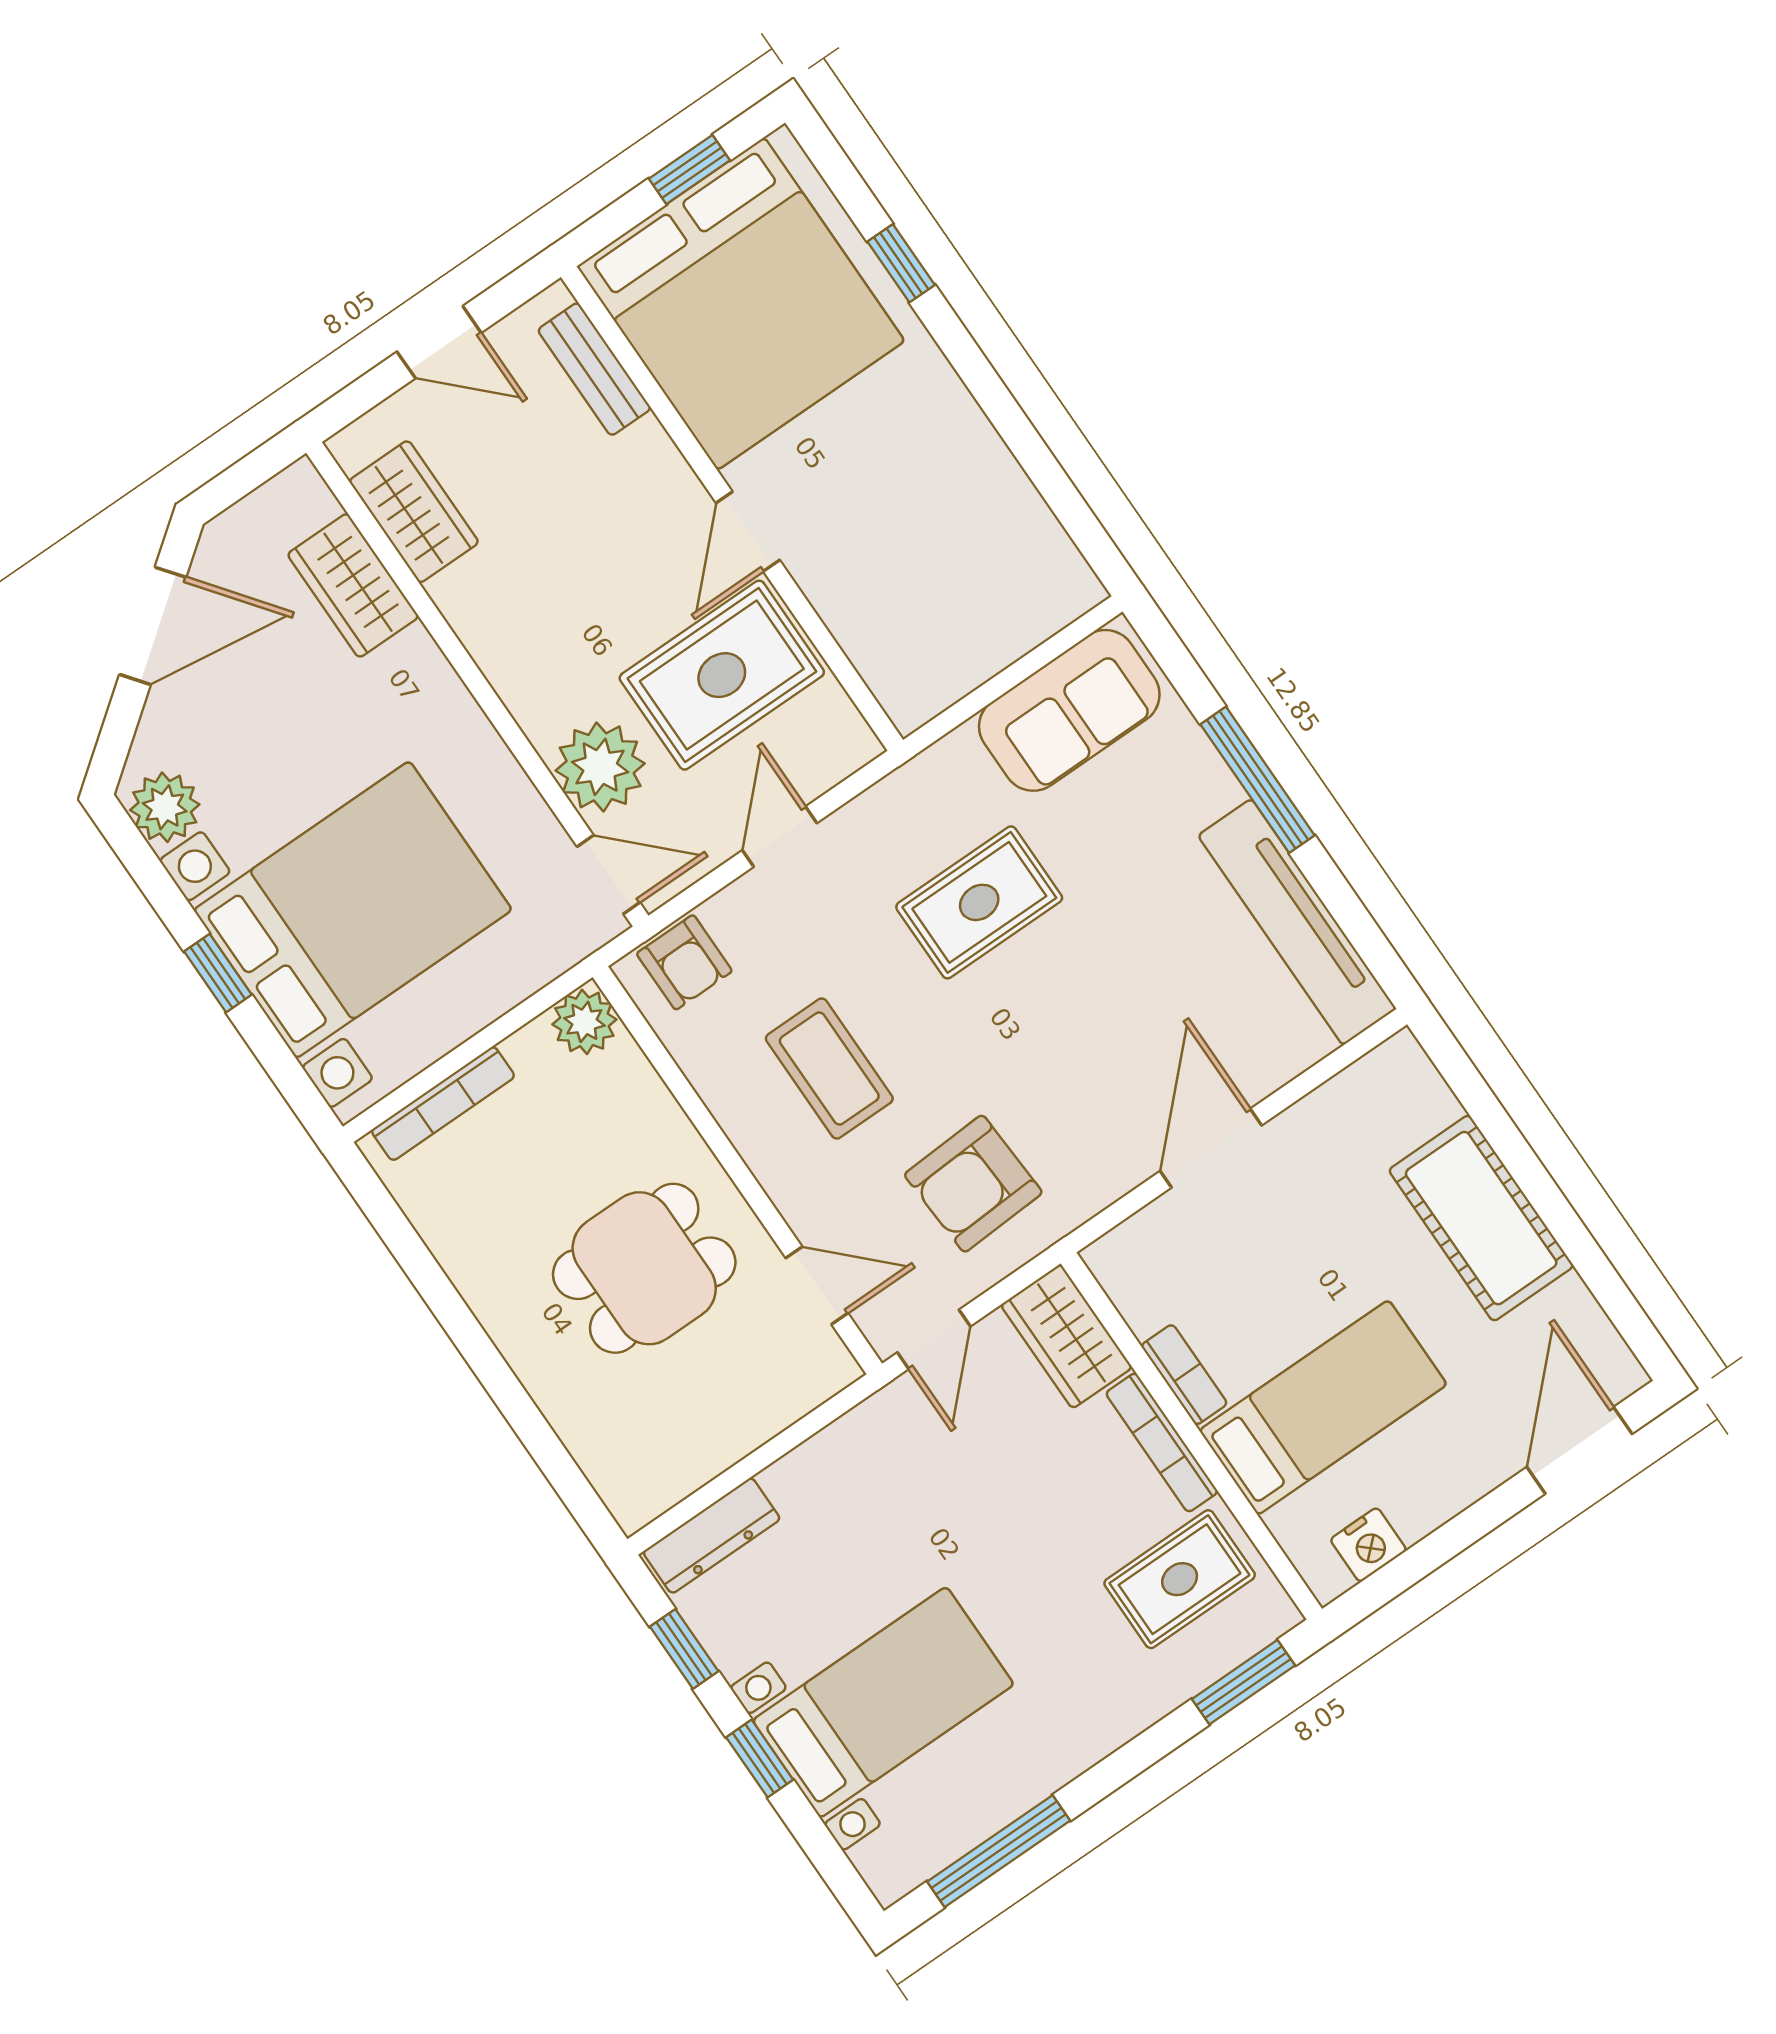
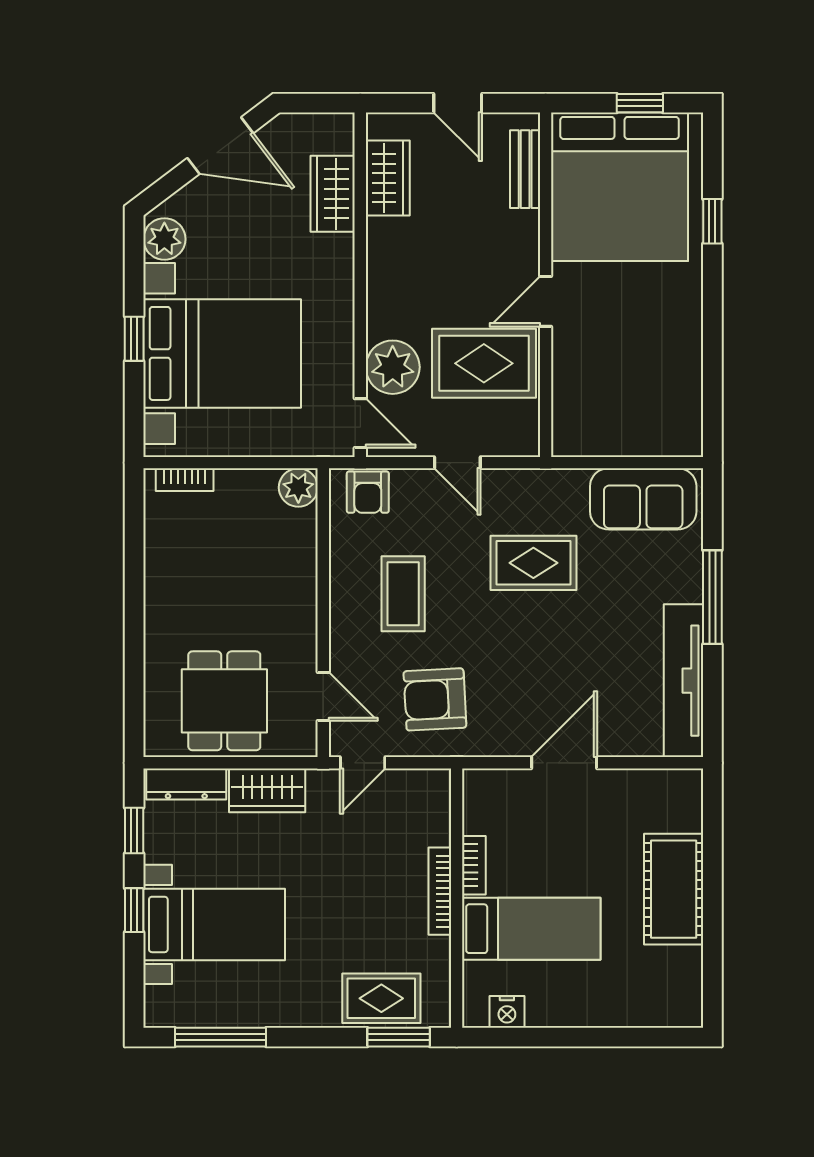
door: (780, 837) -> (457, 463), swing flipped
bookcase: (443, 1104) -> (185, 480), width x0.64
dining table: (644, 1268) -> (224, 701), moved, turned 90
wardrobe: (1067, 1336) -> (267, 790), moved, turned -90
door: (1579, 1450) -> (643, 1037), removed
rug: (1180, 1579) -> (381, 998), moved

